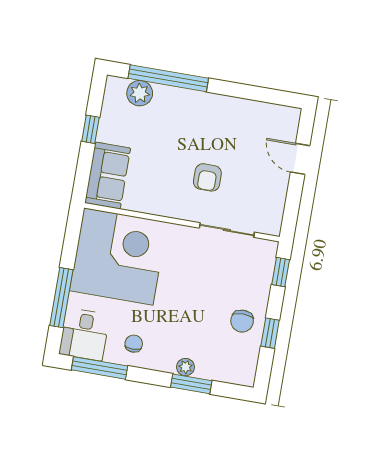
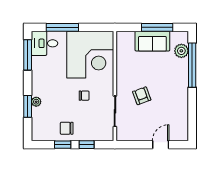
window: (90, 129) -> (157, 27), width x2.17
sofa: (108, 176) -> (152, 41), moved
armchair: (207, 177) -> (142, 96), turned 70
window: (281, 272) -> (87, 145), moved
chair: (134, 344) -> (84, 96), moved

